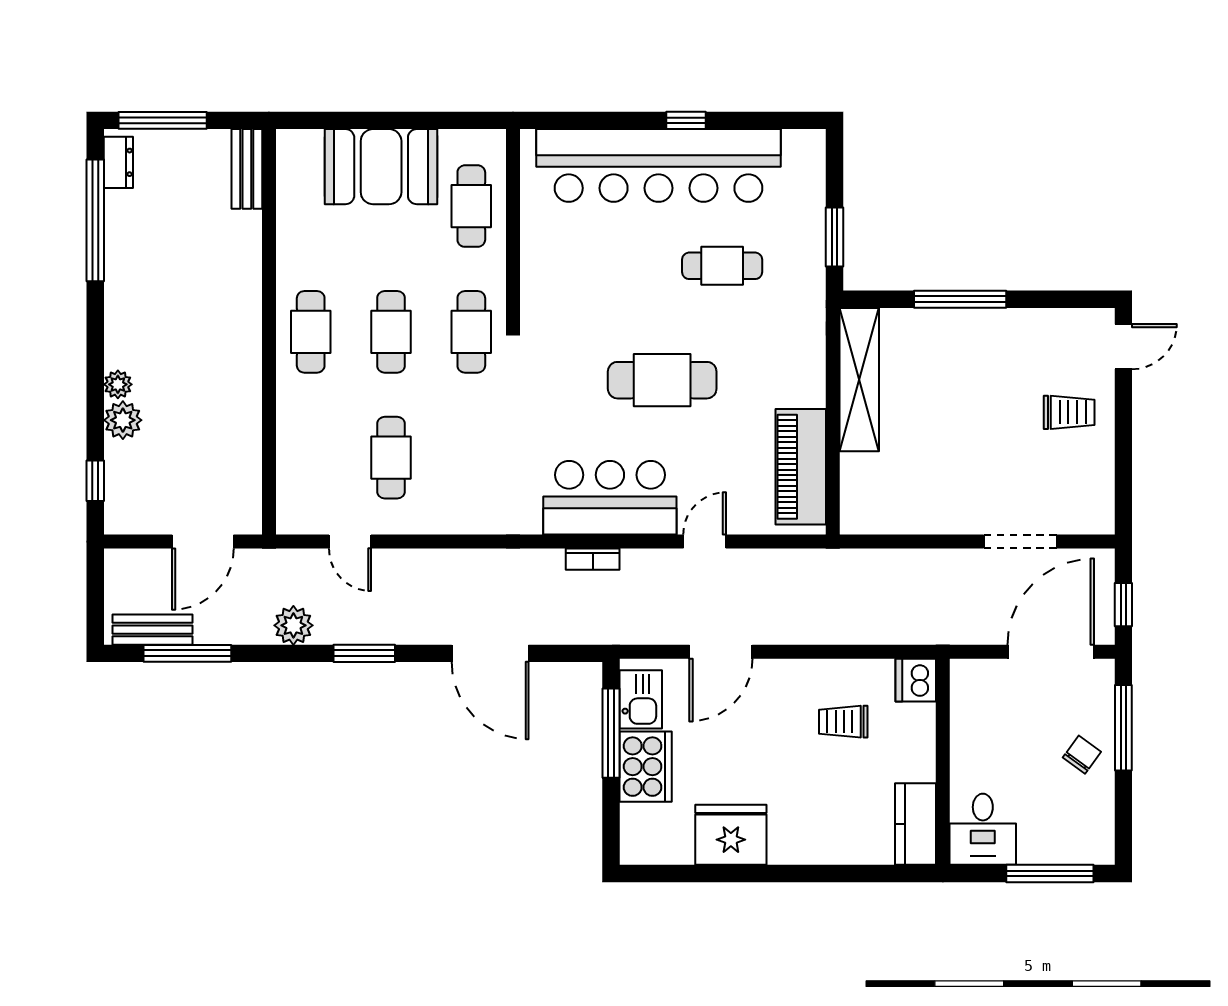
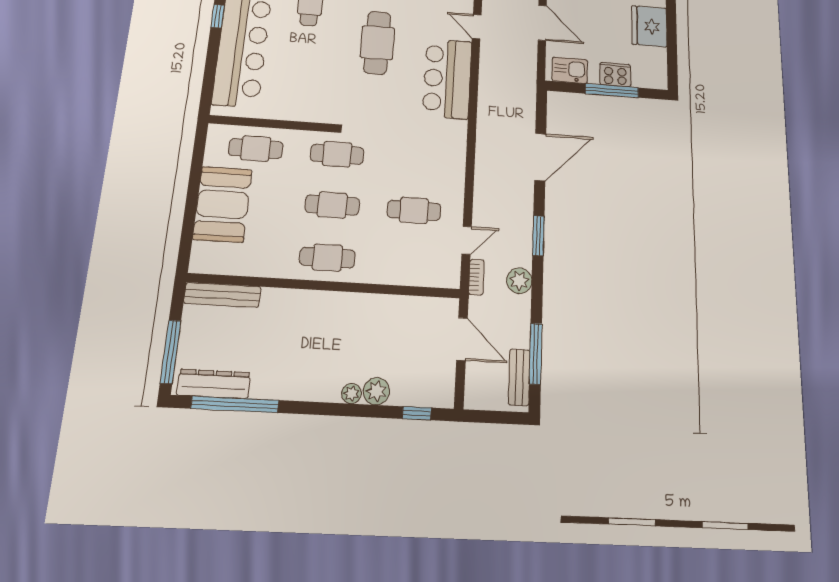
dresser: (118, 162) -> (214, 384), width x1.96, depth x1.24
bench: (247, 169) -> (222, 295), width x1.36
bookcase: (593, 559) -> (476, 277), moved
window: (611, 733) -> (612, 91), moved
cooker: (646, 767) -> (615, 75), width x0.73, depth x0.76

